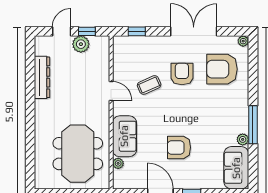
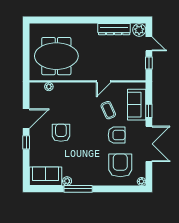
window: (137, 31) -> (149, 111), moved
plant: (81, 44) -> (139, 30), moved
sofa: (124, 136) -> (137, 105), moved, turned 90

